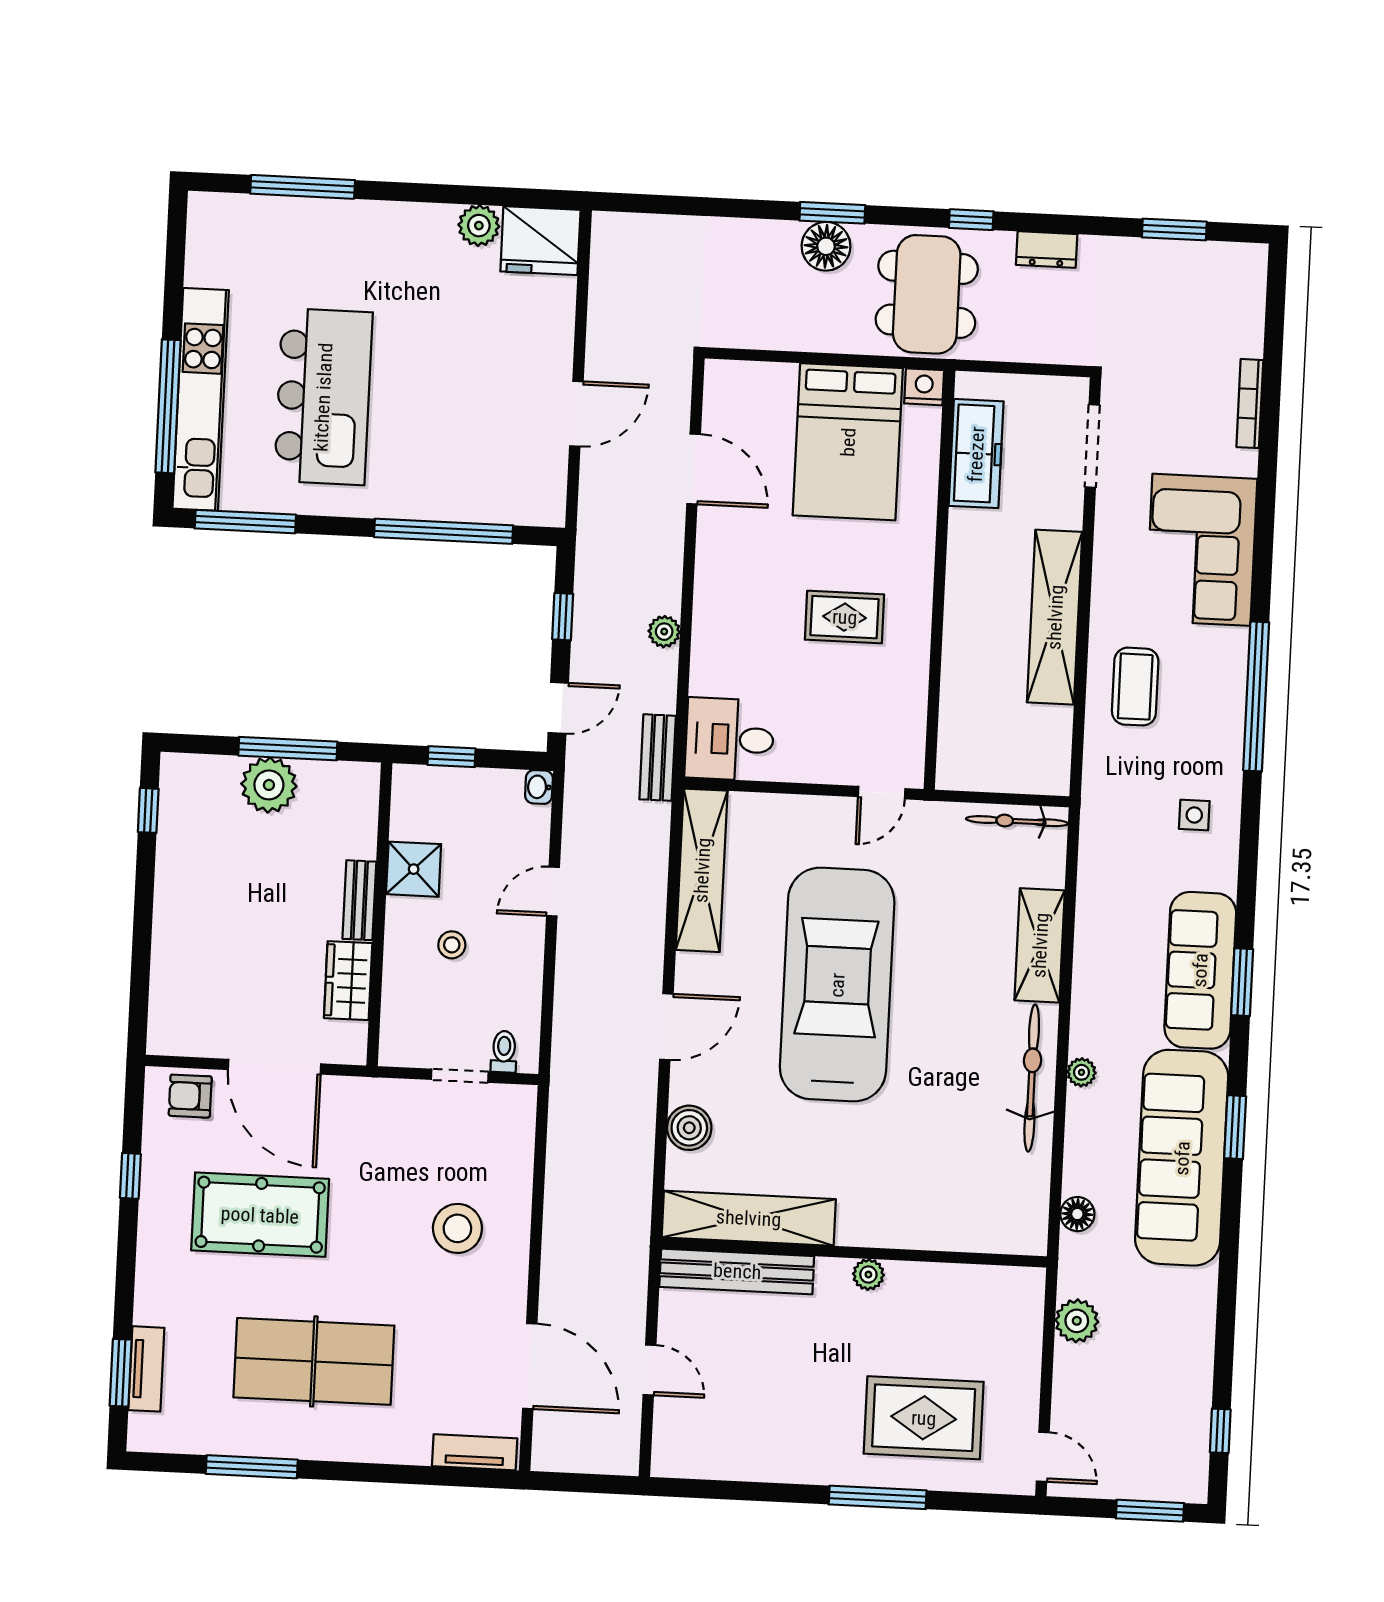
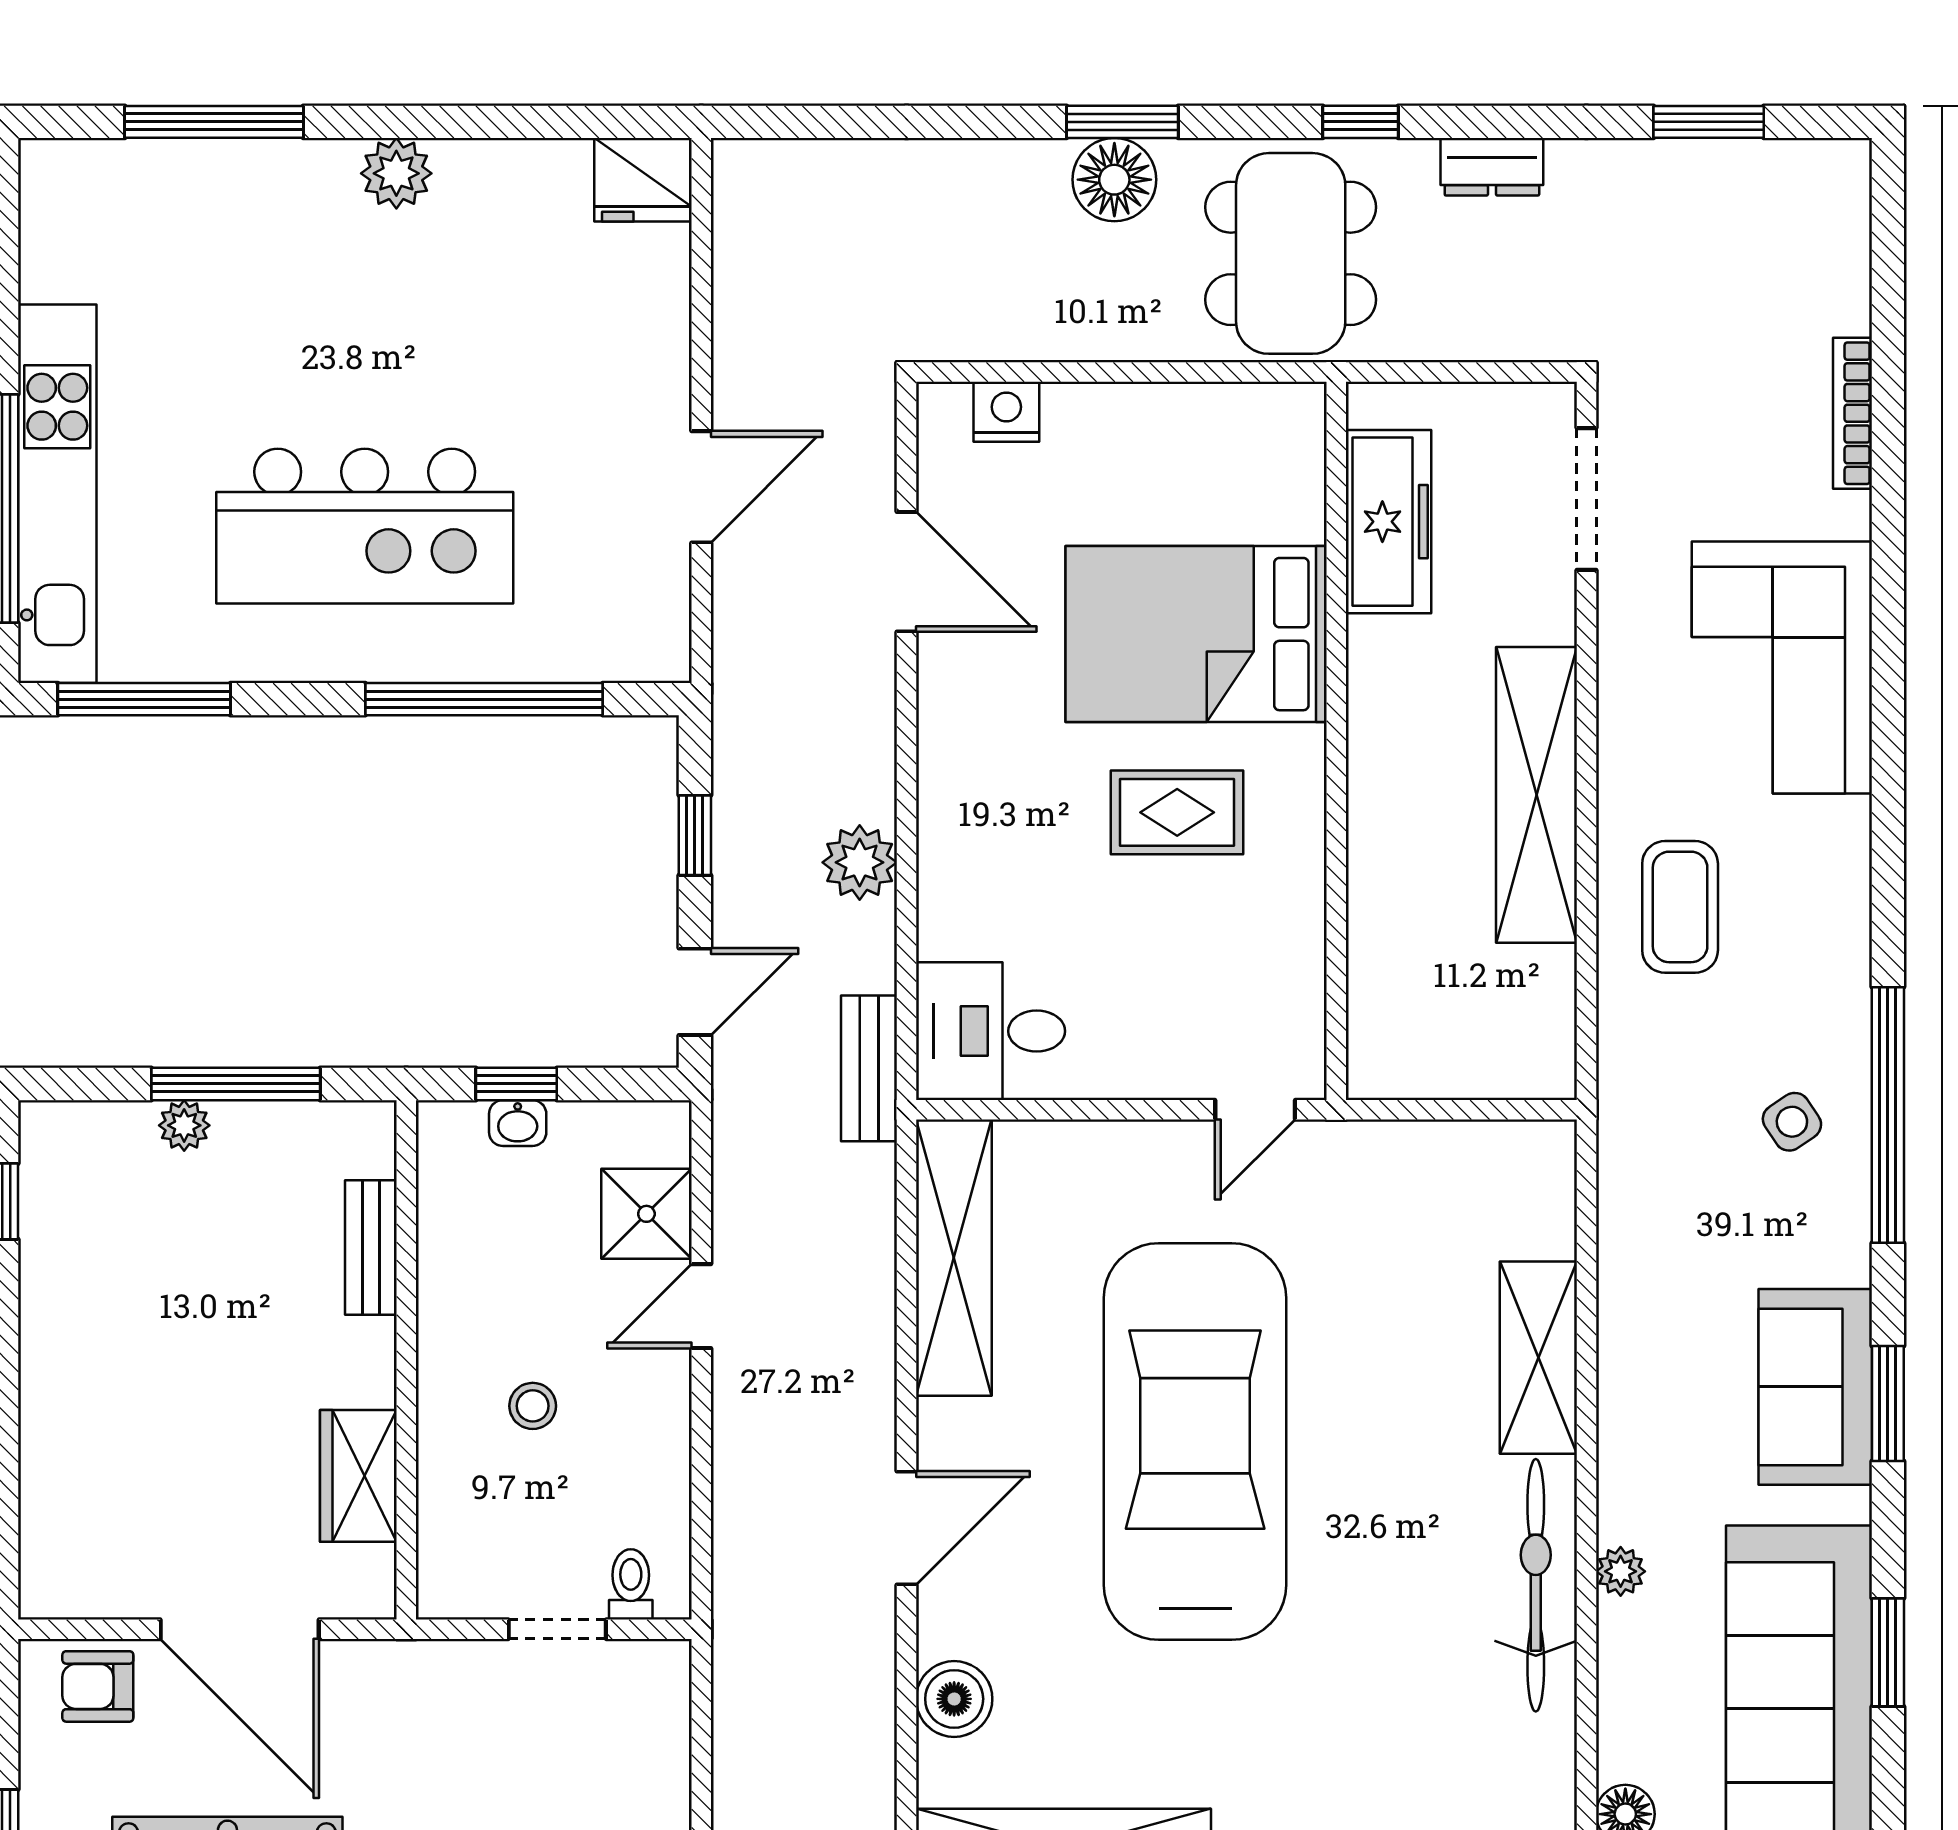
plant: (479, 226) -> (396, 173), moved
fridge: (540, 241) -> (643, 180), width x0.73, depth x0.75
nightstand: (924, 387) -> (1006, 412), moved
kitchen island: (323, 397) -> (365, 526), moved, turned 90
bed: (848, 442) -> (1196, 634), moved, turned 90
plant: (664, 632) -> (860, 862), width x1.38, depth x1.38
window: (1256, 696) -> (1888, 1115), moved
plant: (269, 785) -> (184, 1125), width x0.53, depth x0.53
washbasin: (539, 787) -> (518, 1123), moved, turned -90
side table: (1194, 815) -> (1792, 1122), turned -34
bicycle: (1017, 821) -> (1489, 1147), removed
shower: (414, 869) -> (646, 1214), moved
bench: (359, 900) -> (371, 1247), moved
sofa: (1200, 970) -> (1815, 1387), width x0.73

